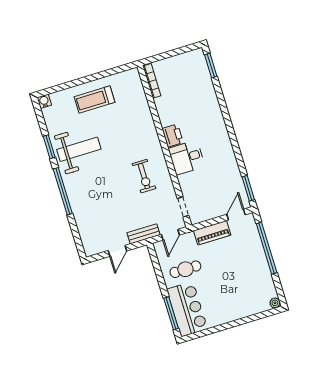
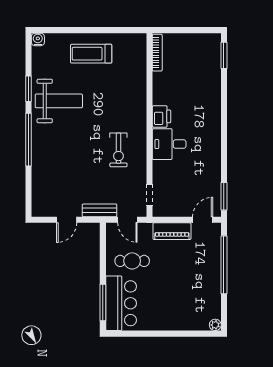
door: (170, 235) -> (127, 220), hinge flipped

